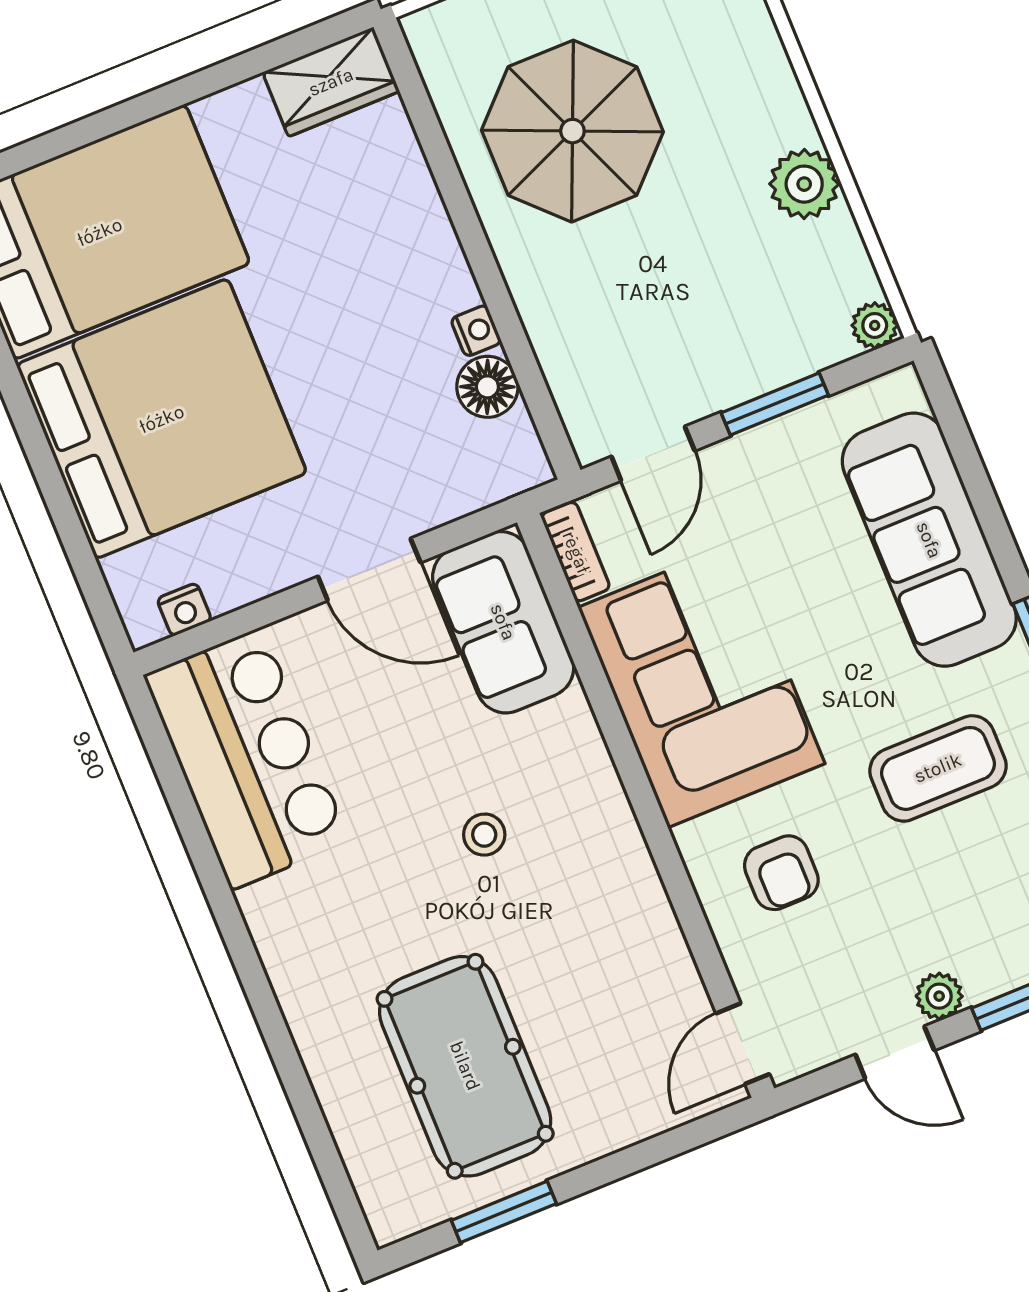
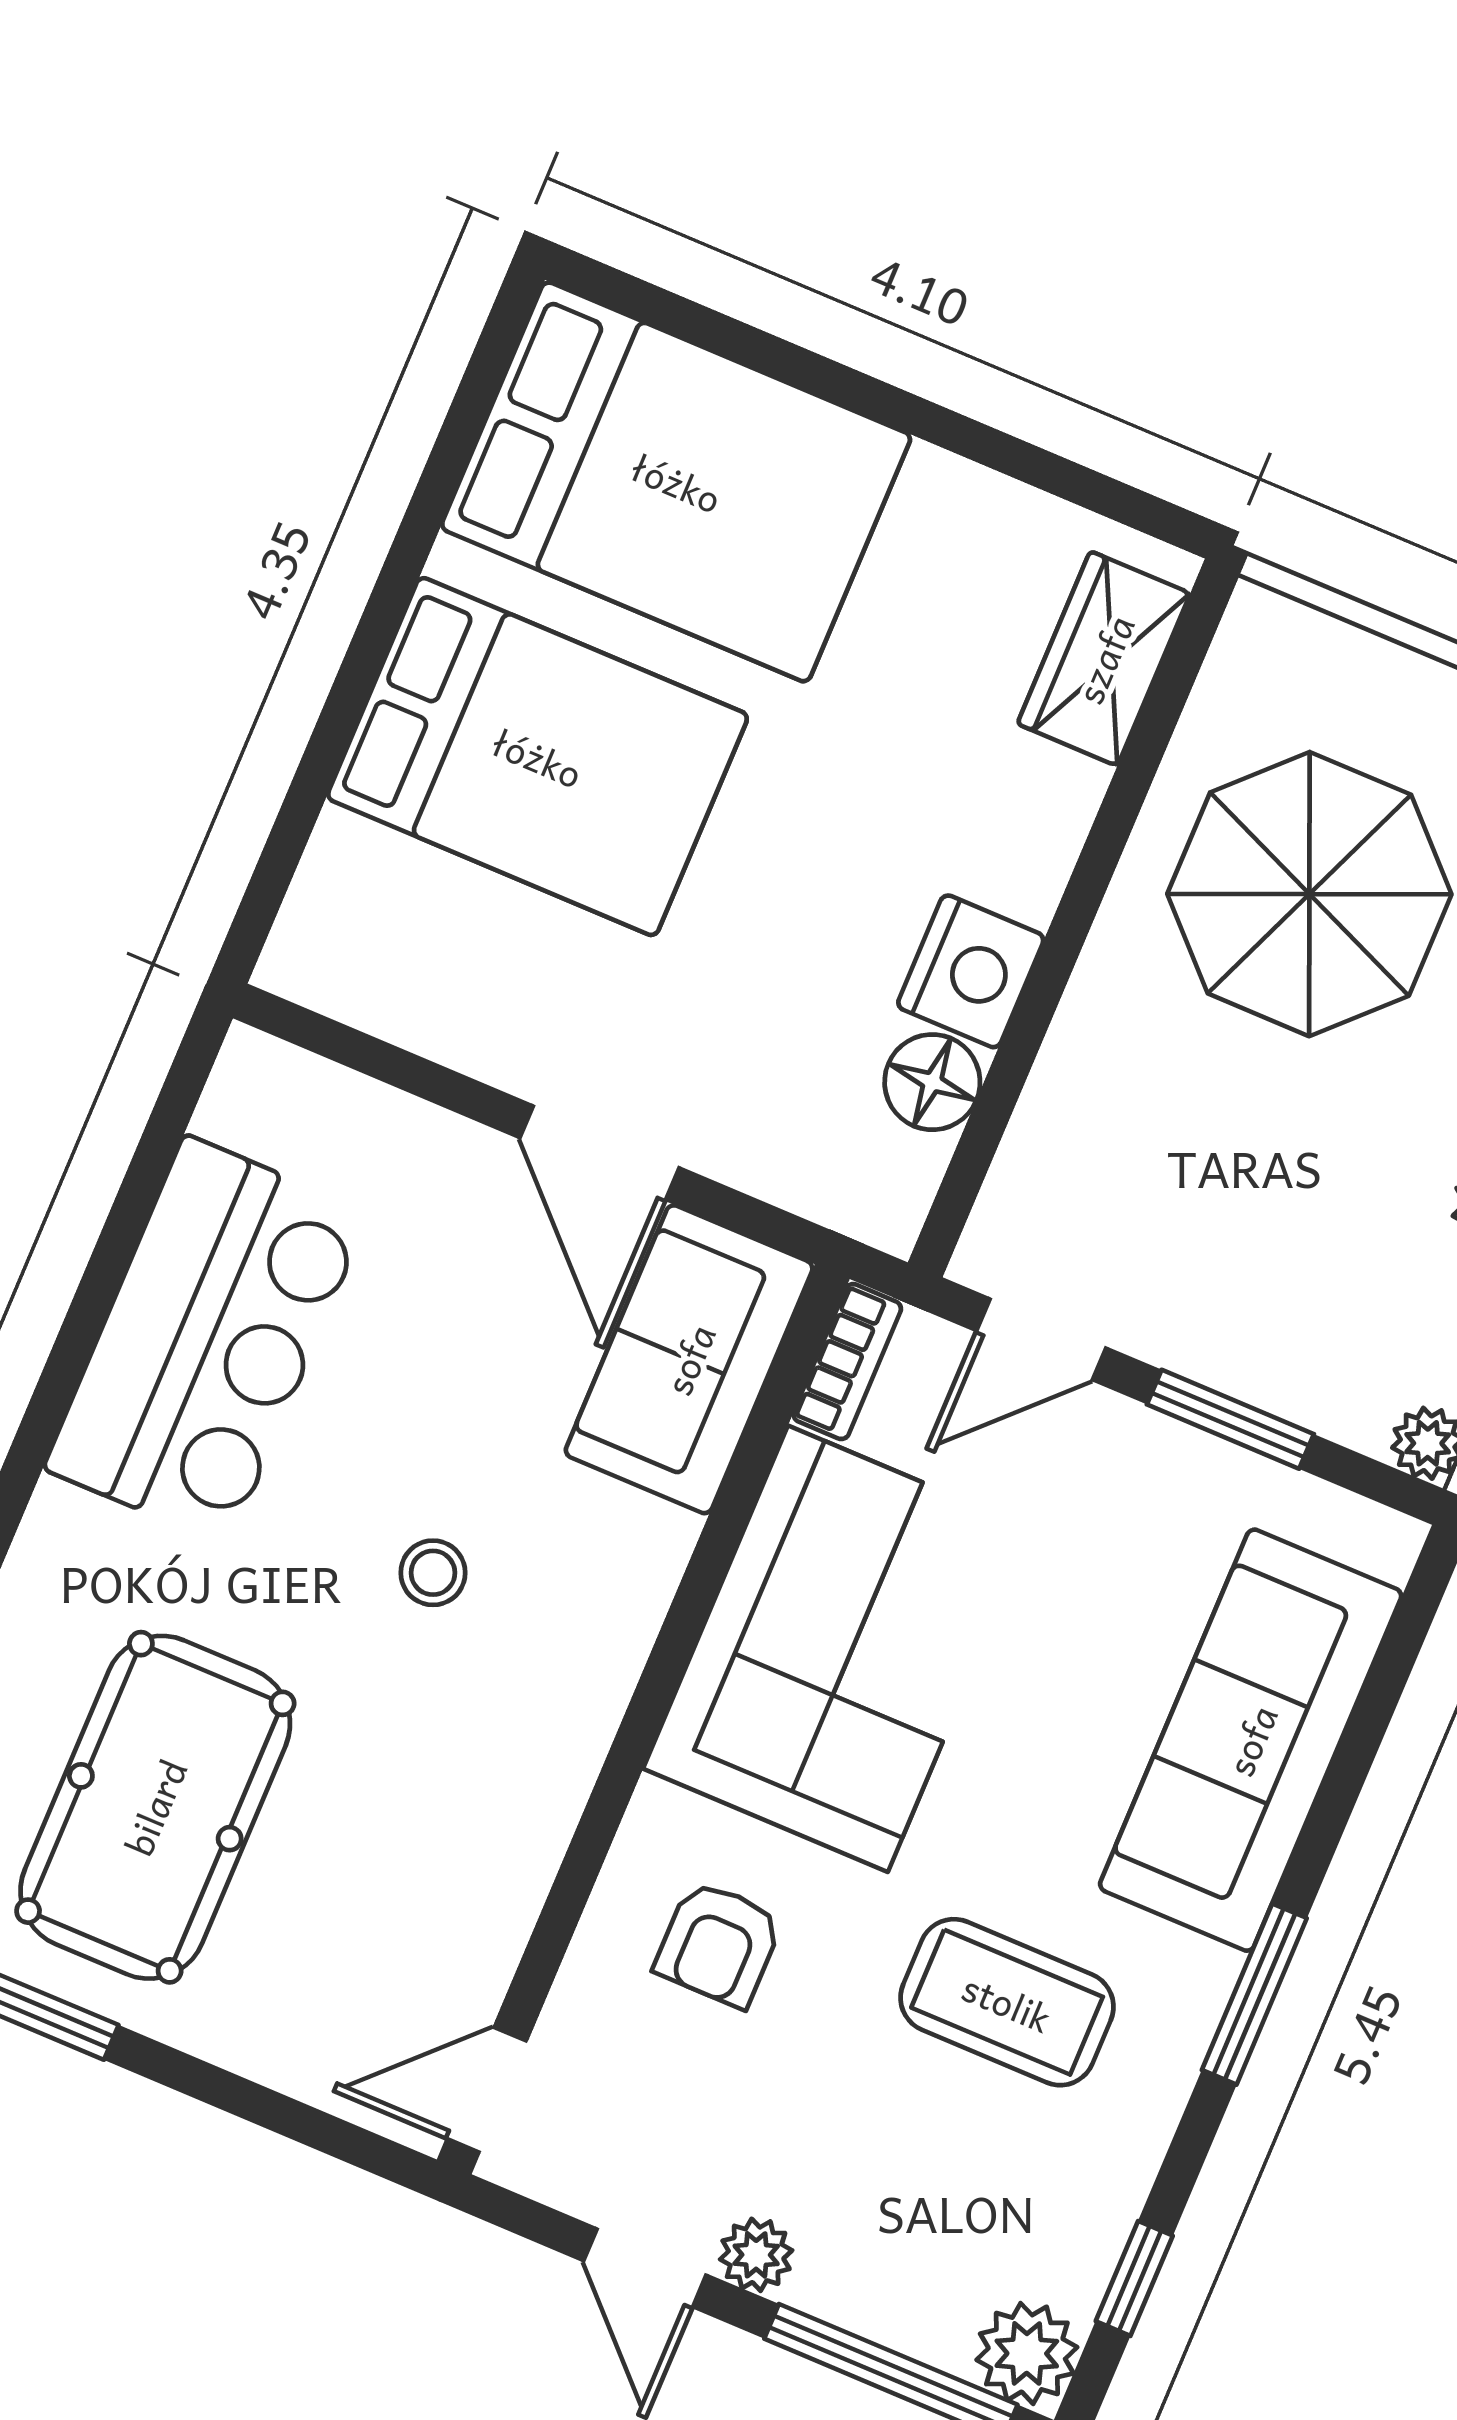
wardrobe: (331, 82) -> (1104, 659), moved, turned 90
nightstand: (476, 331) -> (971, 971), width x1.89, depth x1.79
bed: (162, 419) -> (537, 757), width x0.73
nightstand: (184, 610) -> (351, 992), removed
bar counter: (247, 759) -> (207, 1340), moved

